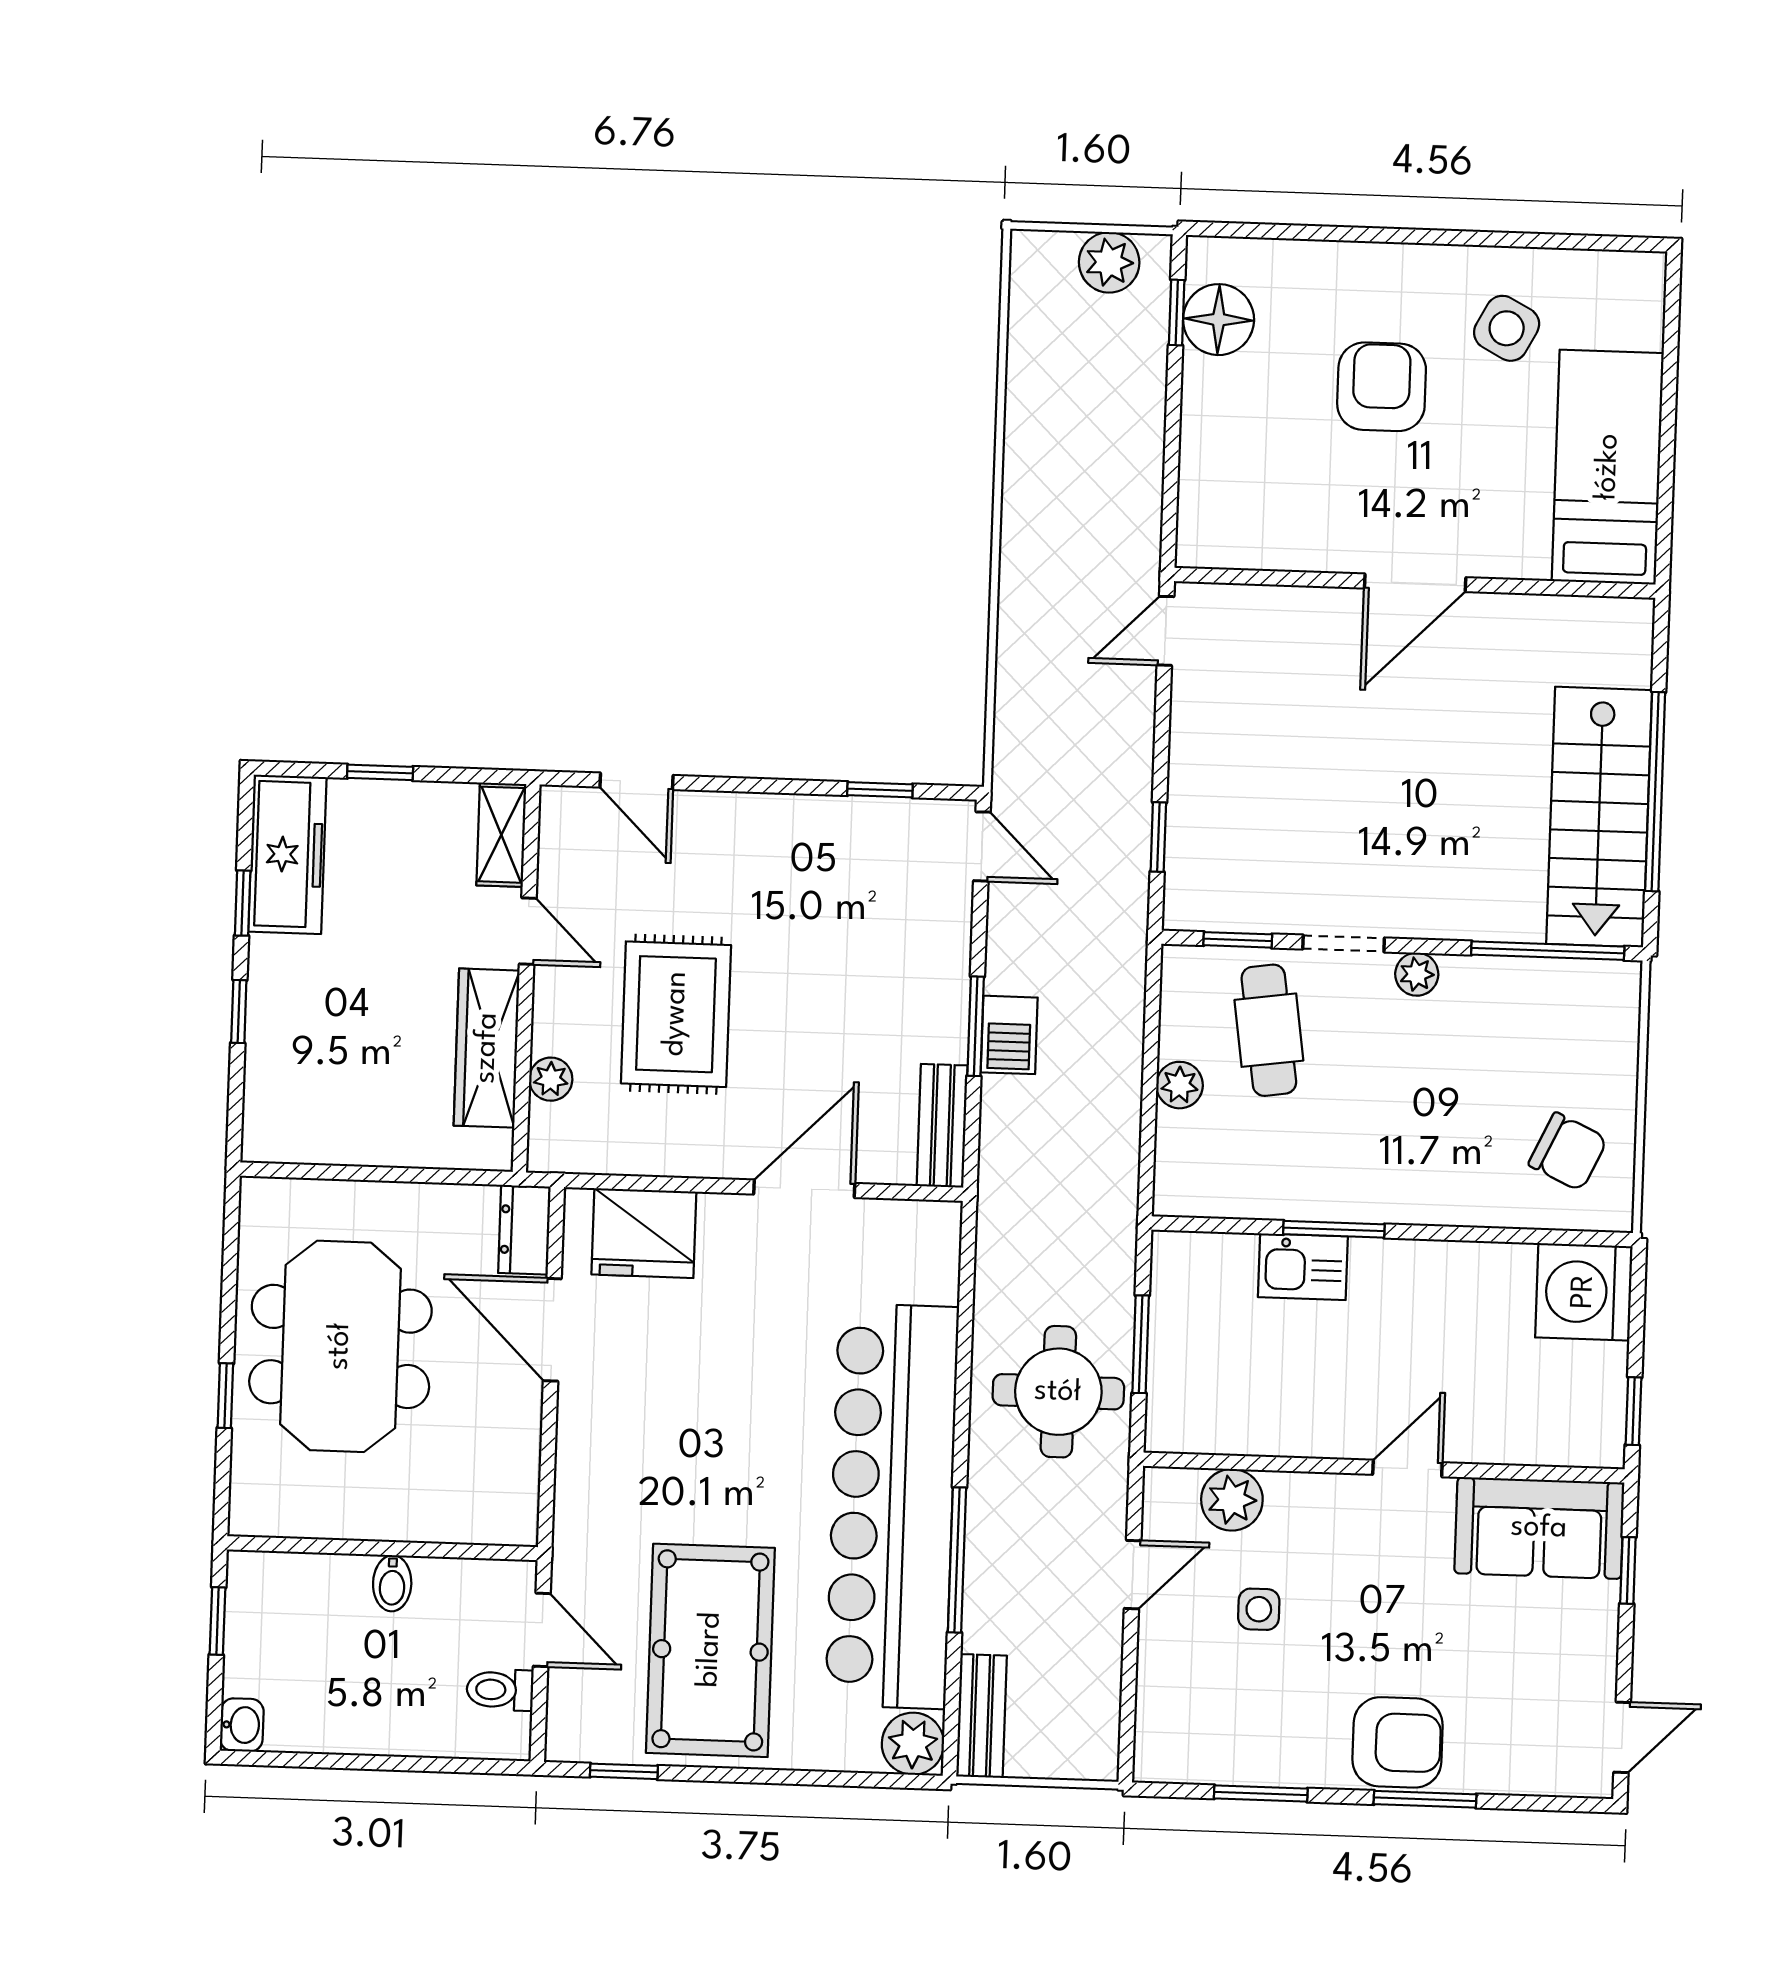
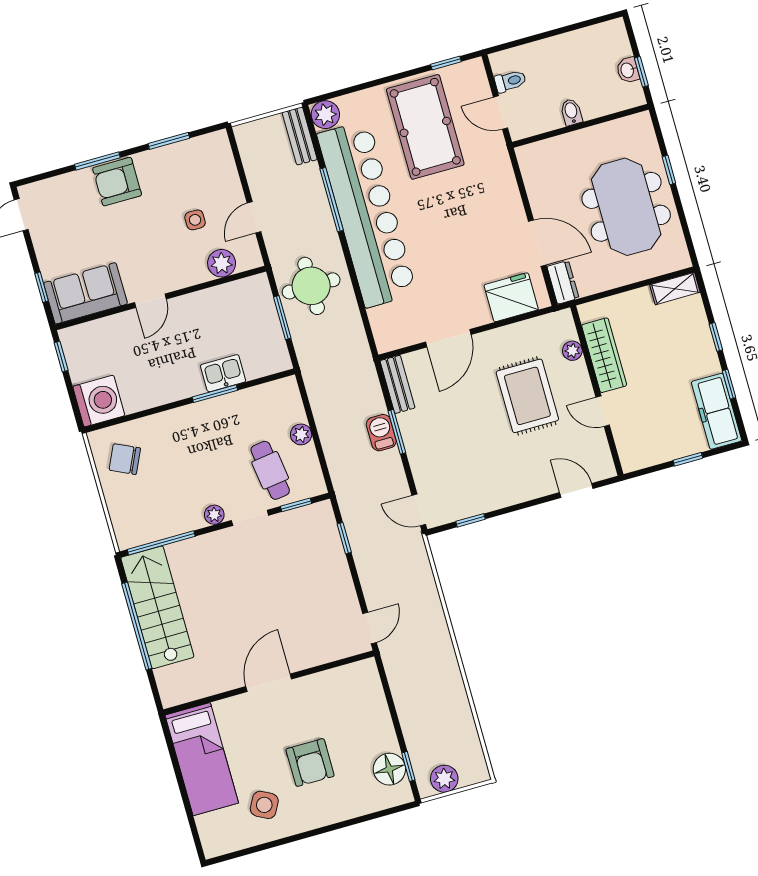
shelving: (501, 835) -> (675, 289), moved, turned 90
washbasin: (242, 1725) -> (628, 70), moved

